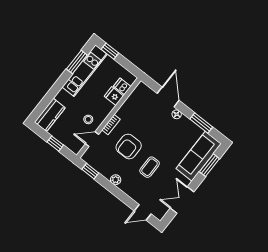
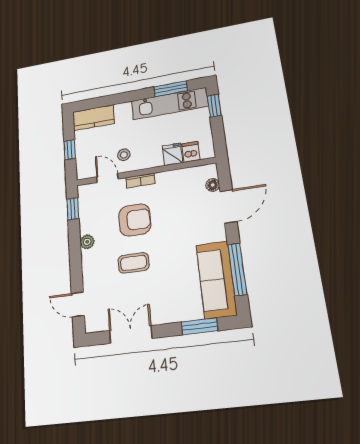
floor lamp: (177, 114) -> (213, 185), moved
window: (201, 123) -> (237, 269), width x1.44
armchair: (129, 146) -> (135, 220), turned 180
sofa: (199, 156) -> (216, 280), moved, turned -90

